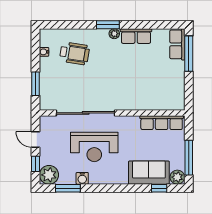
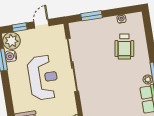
reception desk: (94, 147) -> (43, 78), turned 180
water cooler: (82, 178) -> (11, 56), moved

